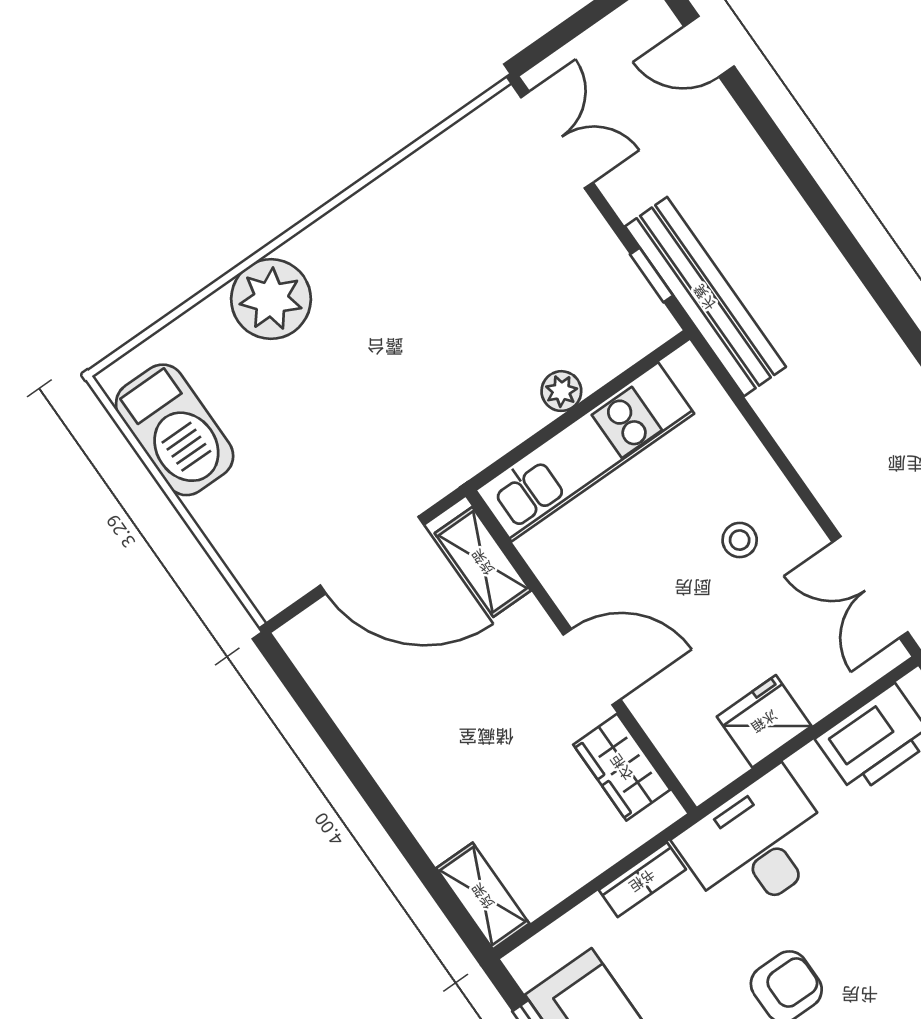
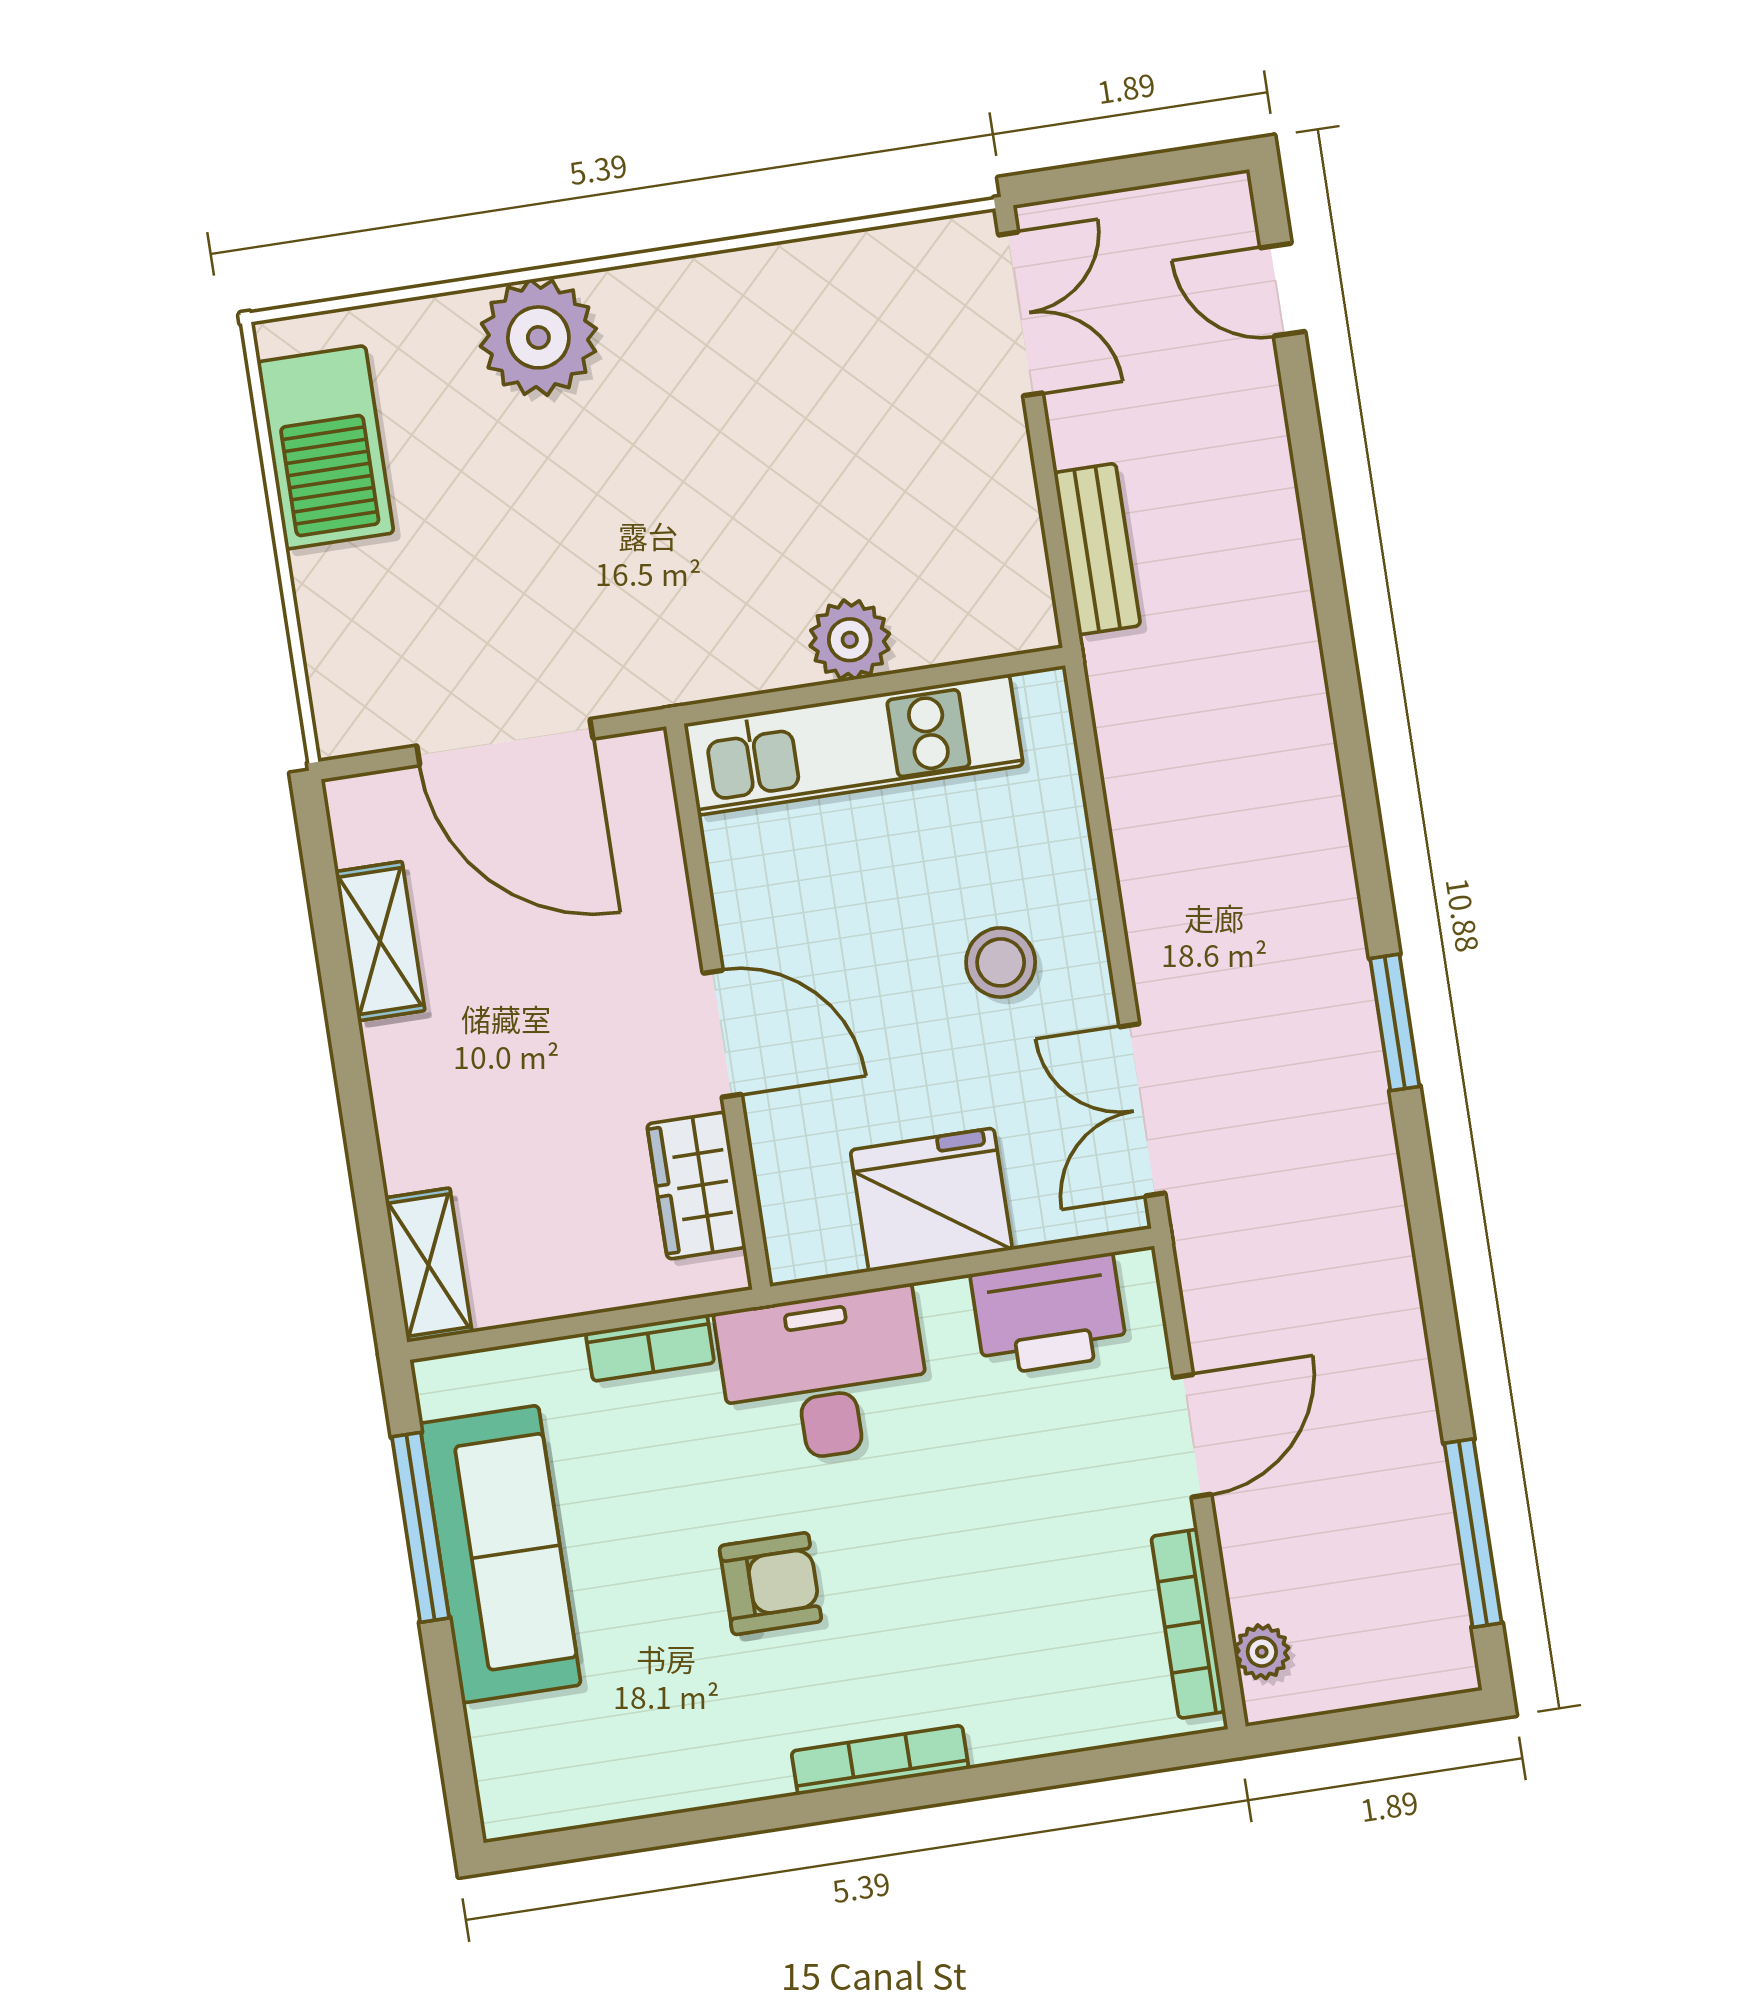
window: (651, 275) -> (1057, 554), removed
bench: (705, 297) -> (1097, 549), width x0.54, depth x0.82
plant: (561, 391) -> (850, 640), width x1.38, depth x1.38
stool: (740, 540) -> (1001, 962), width x1.37, depth x1.37
shelving: (483, 562) -> (380, 941), moved
fridge: (764, 721) -> (931, 1200), width x1.36, depth x1.34

